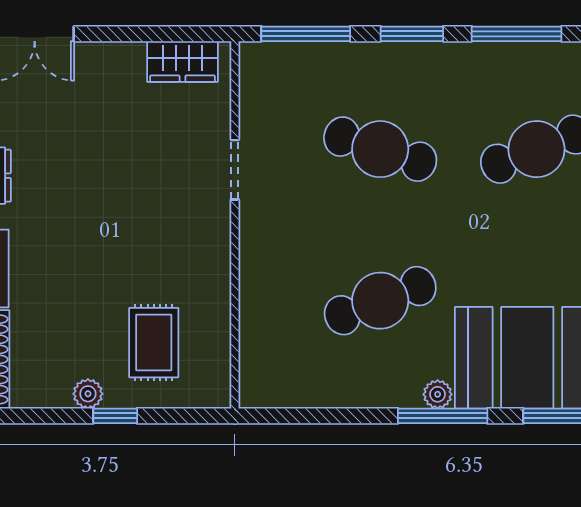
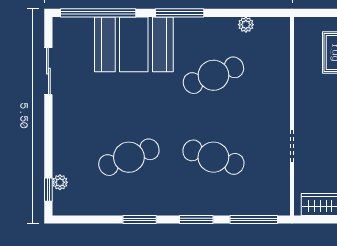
window: (516, 34) -> (140, 219), width x0.69
plant: (438, 394) -> (246, 25), moved

